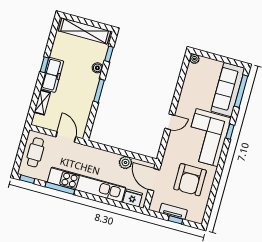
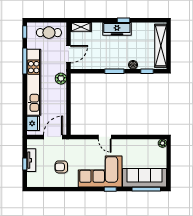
shelving: (42, 102) -> (81, 27), moved
plant: (125, 163) -> (61, 79), moved
armchair: (190, 180) -> (61, 167), width x0.53, depth x0.53

